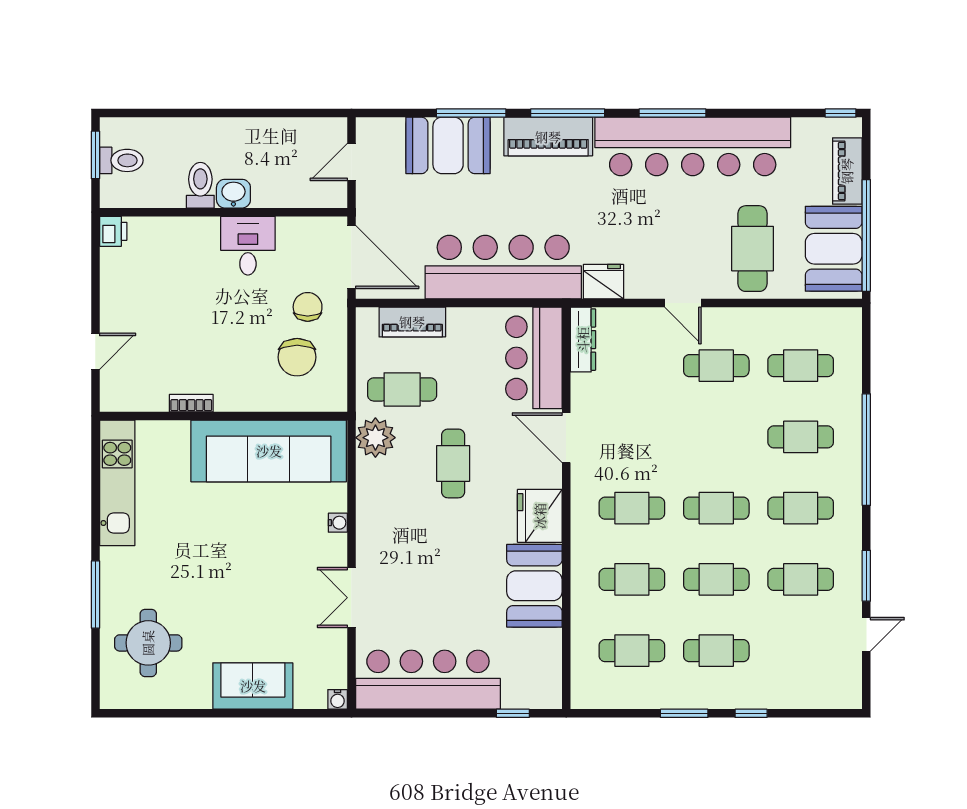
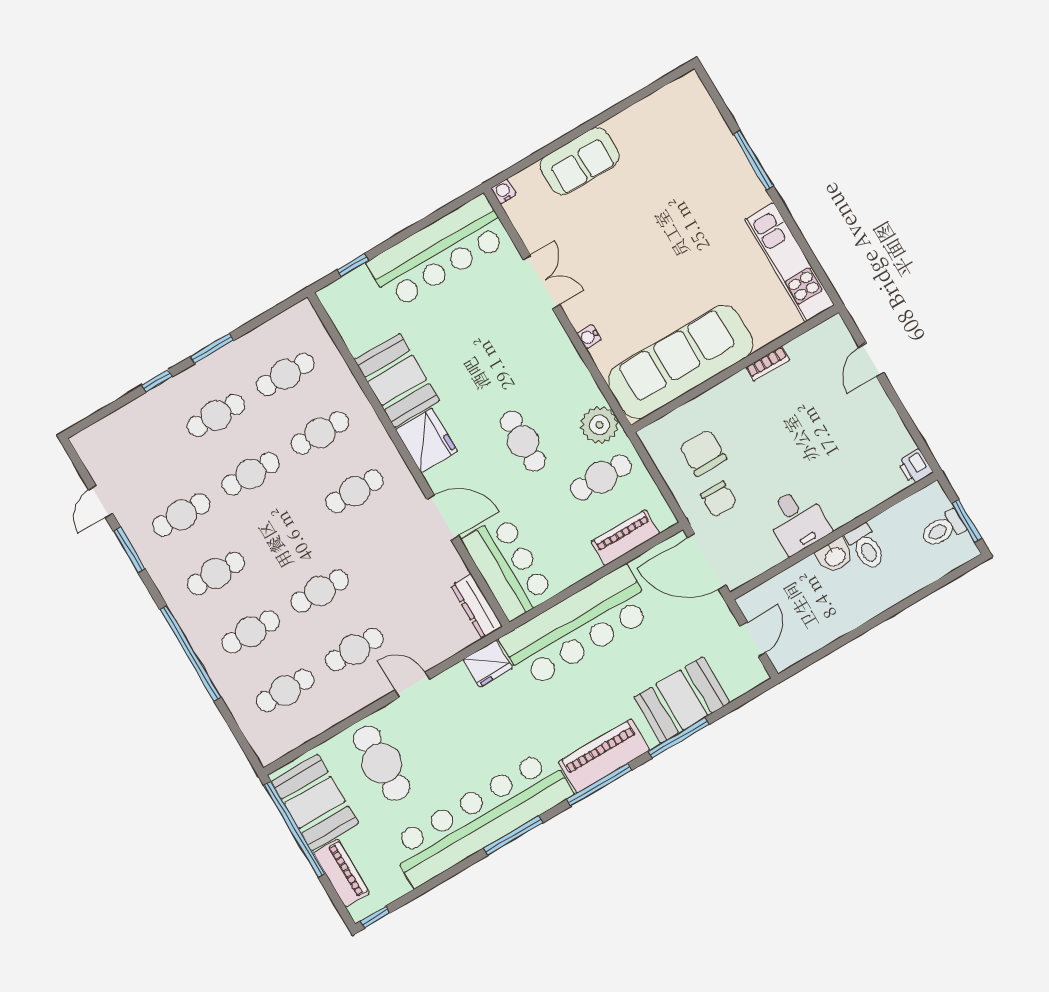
cafe table: (716, 508) -> (320, 591), moved
round table: (148, 643) -> (686, 146), removed

